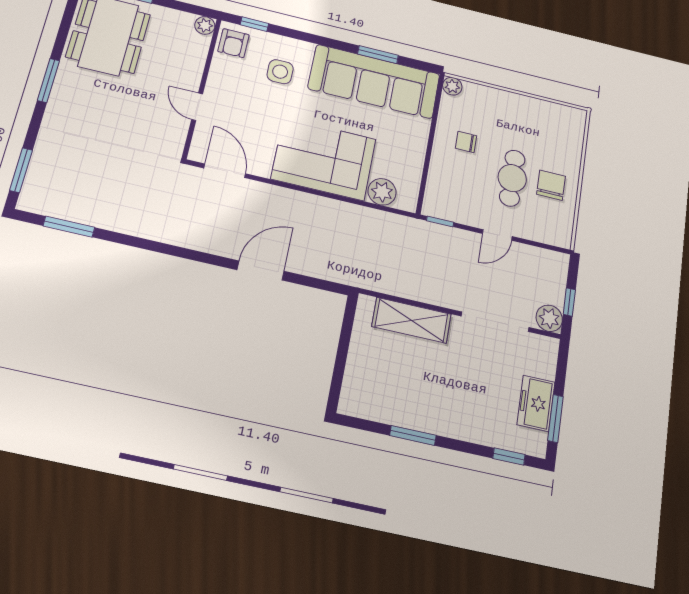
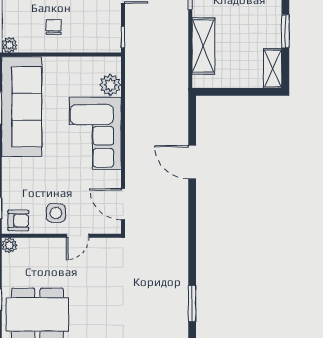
side table: (280, 72) -> (56, 213), moved
chair: (466, 142) -> (54, 27), turned 180
door: (225, 171) -> (123, 204), hinge flipped
shelving: (366, 407) -> (273, 68), added

